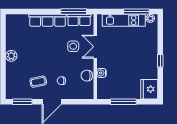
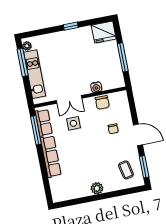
coffee table: (38, 82) -> (126, 170), moved

